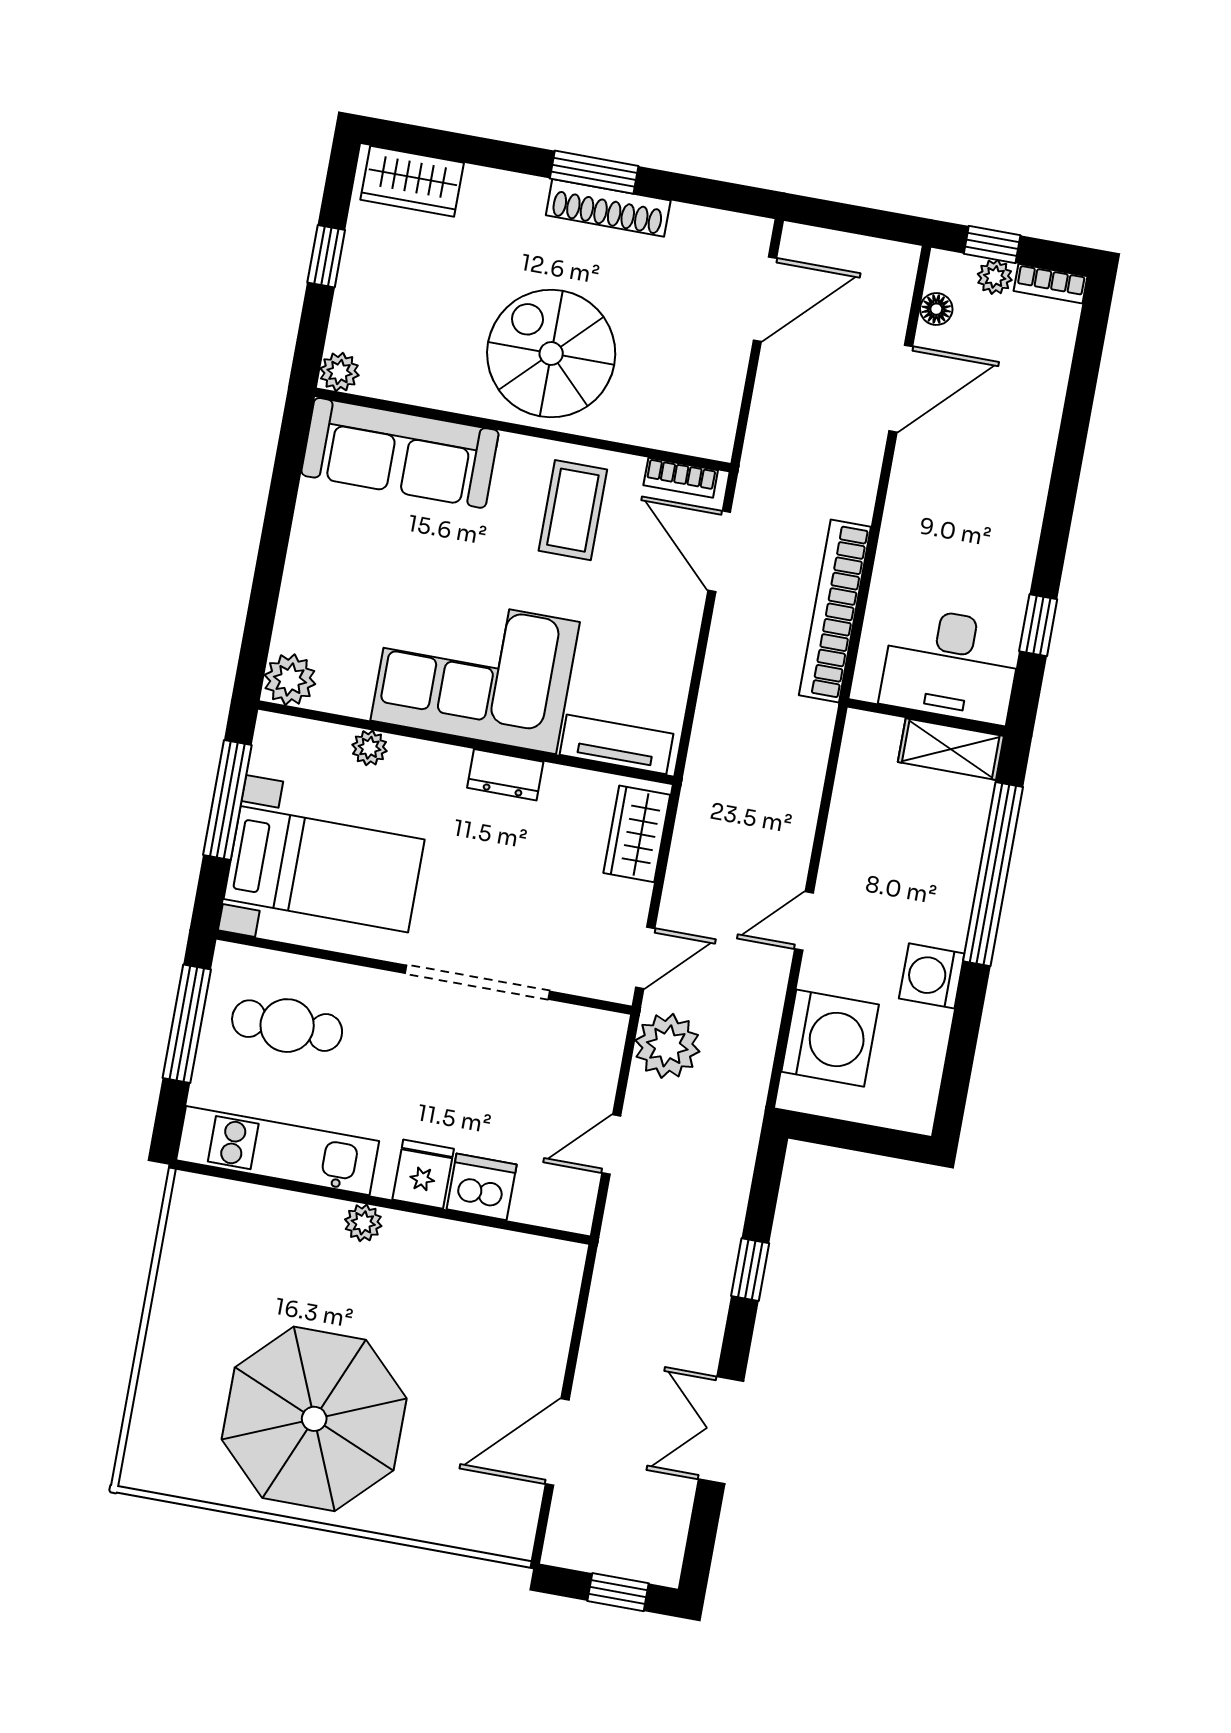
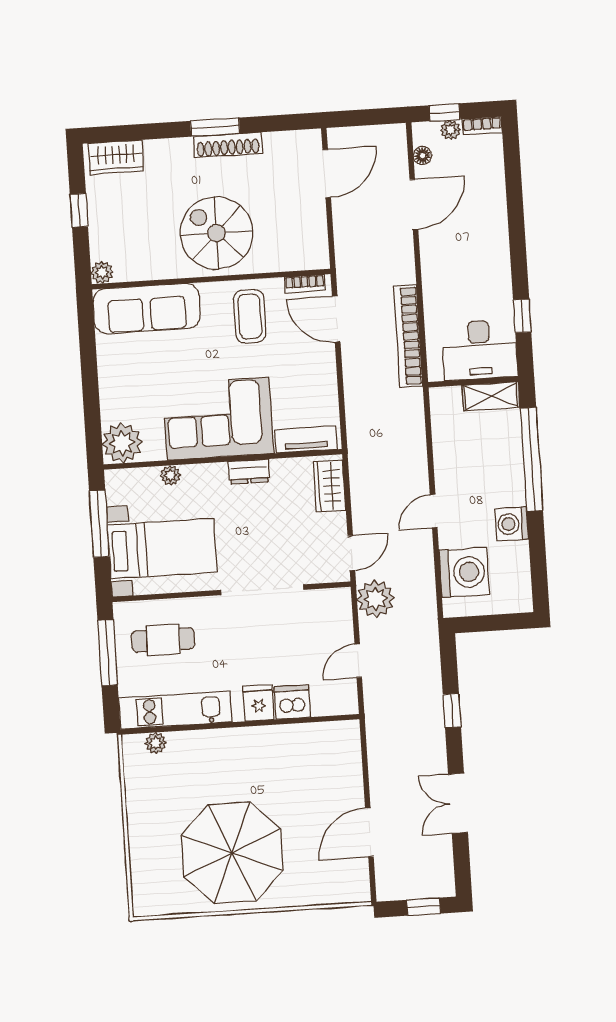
plant: (290, 680) -> (122, 443), width x1.36, depth x1.36
plant: (363, 1223) -> (156, 743), moved

